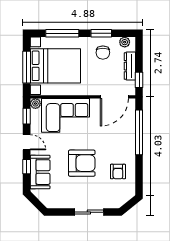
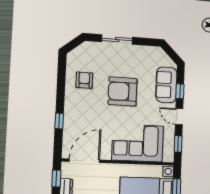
plant: (35, 104) -> (169, 157), removed
window: (139, 132) -> (59, 121), width x0.32

